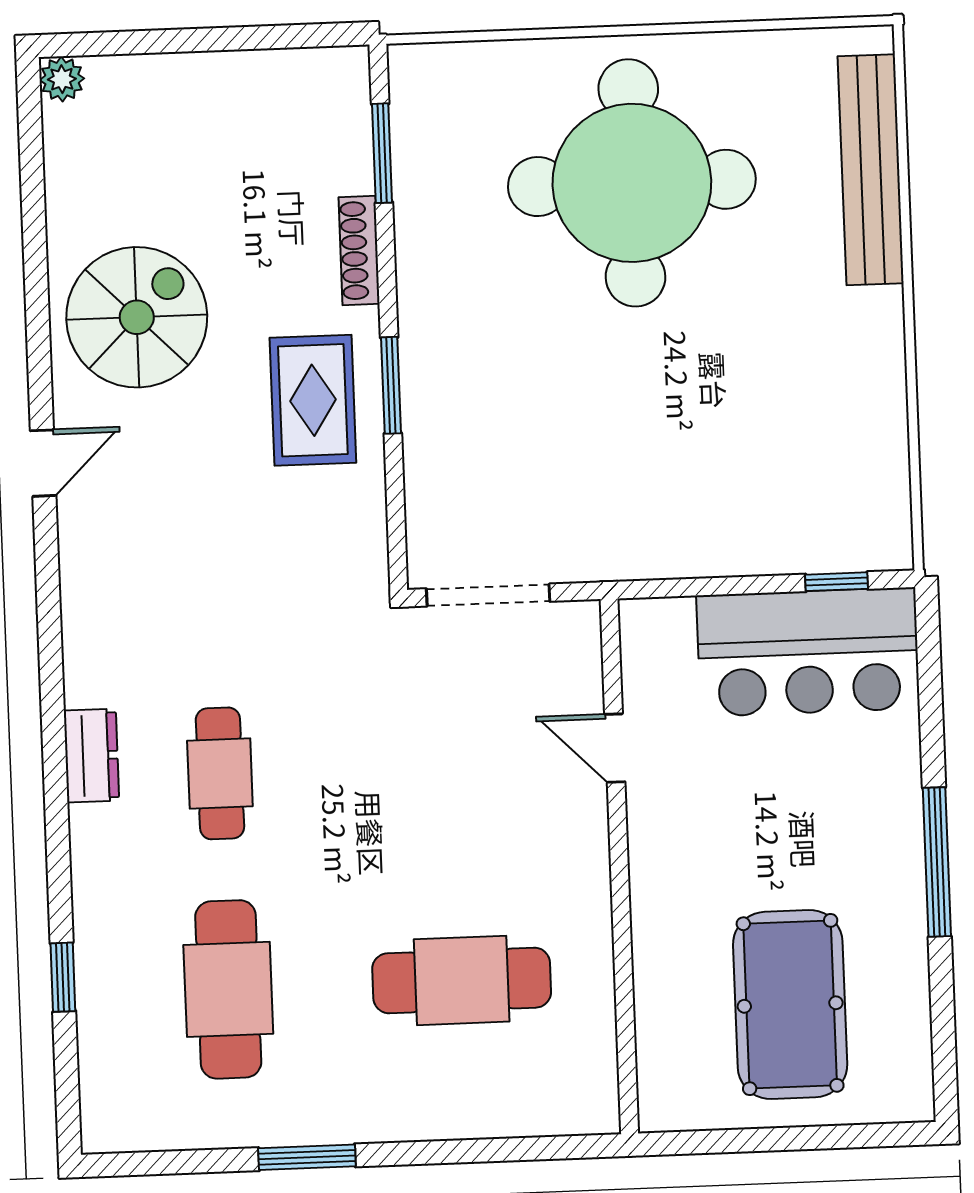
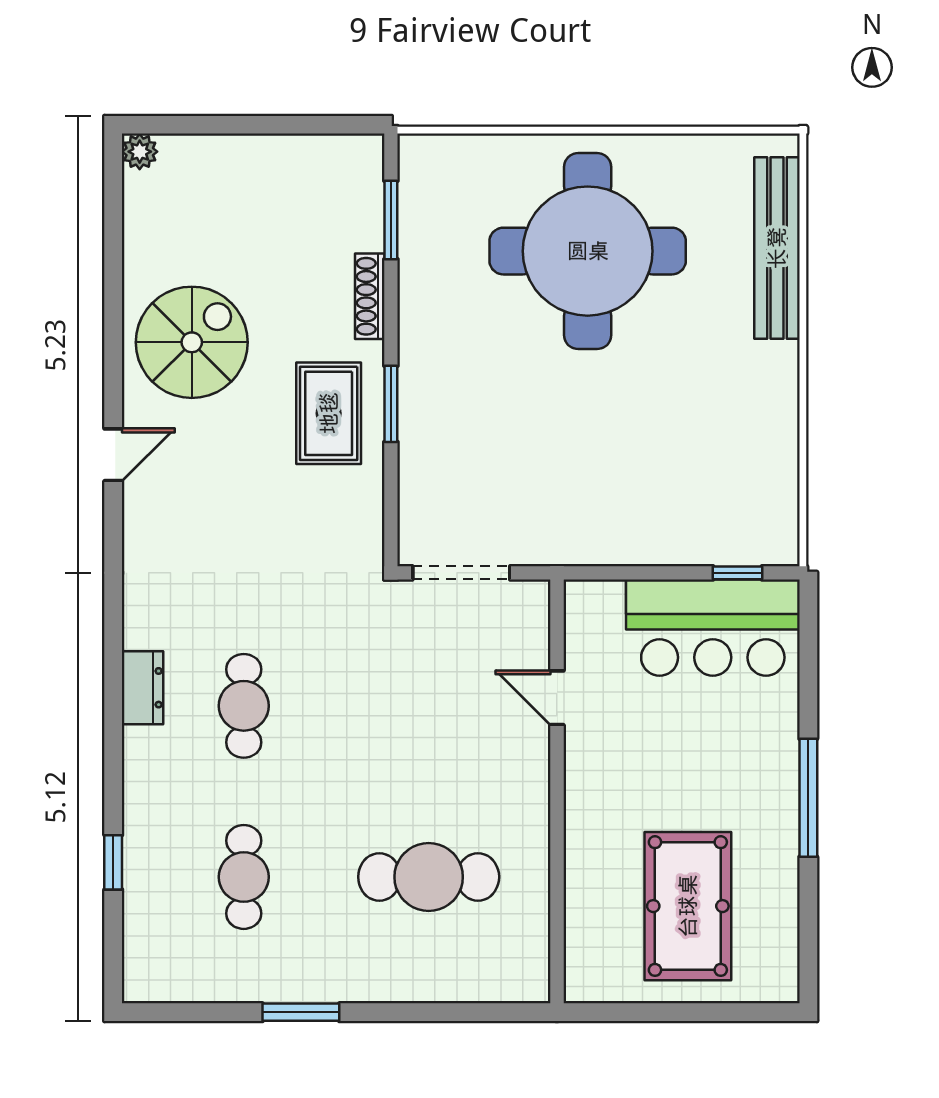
cafe table: (228, 989) -> (244, 877), width x0.73, depth x0.74

